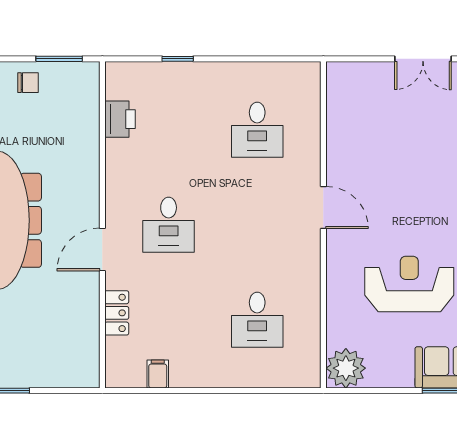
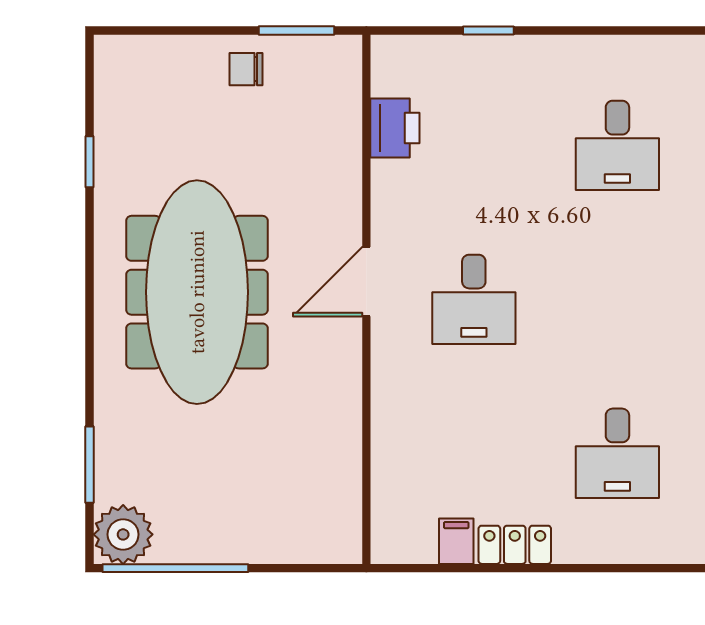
chair: (28, 83) -> (246, 69), turned 180
door: (102, 249) -> (366, 282), moved
locker: (117, 313) -> (515, 545), moved, turned -90

